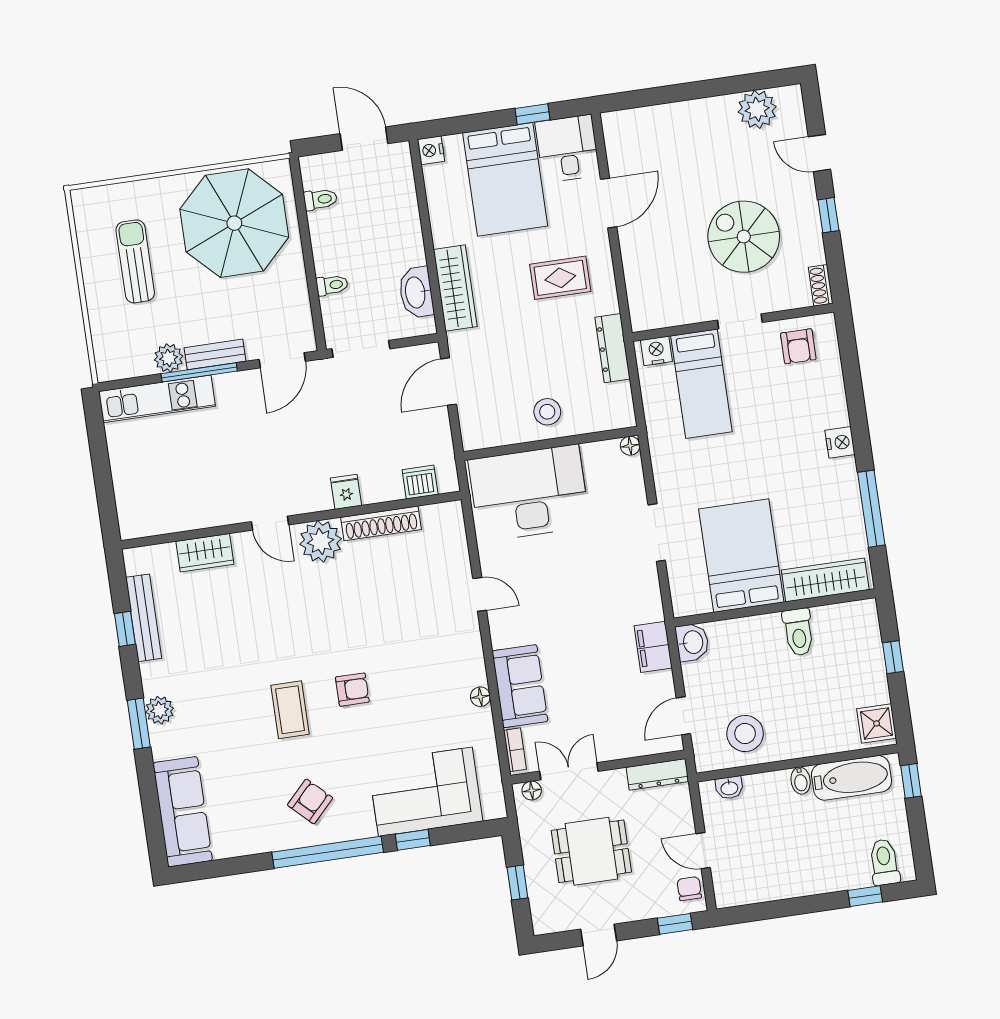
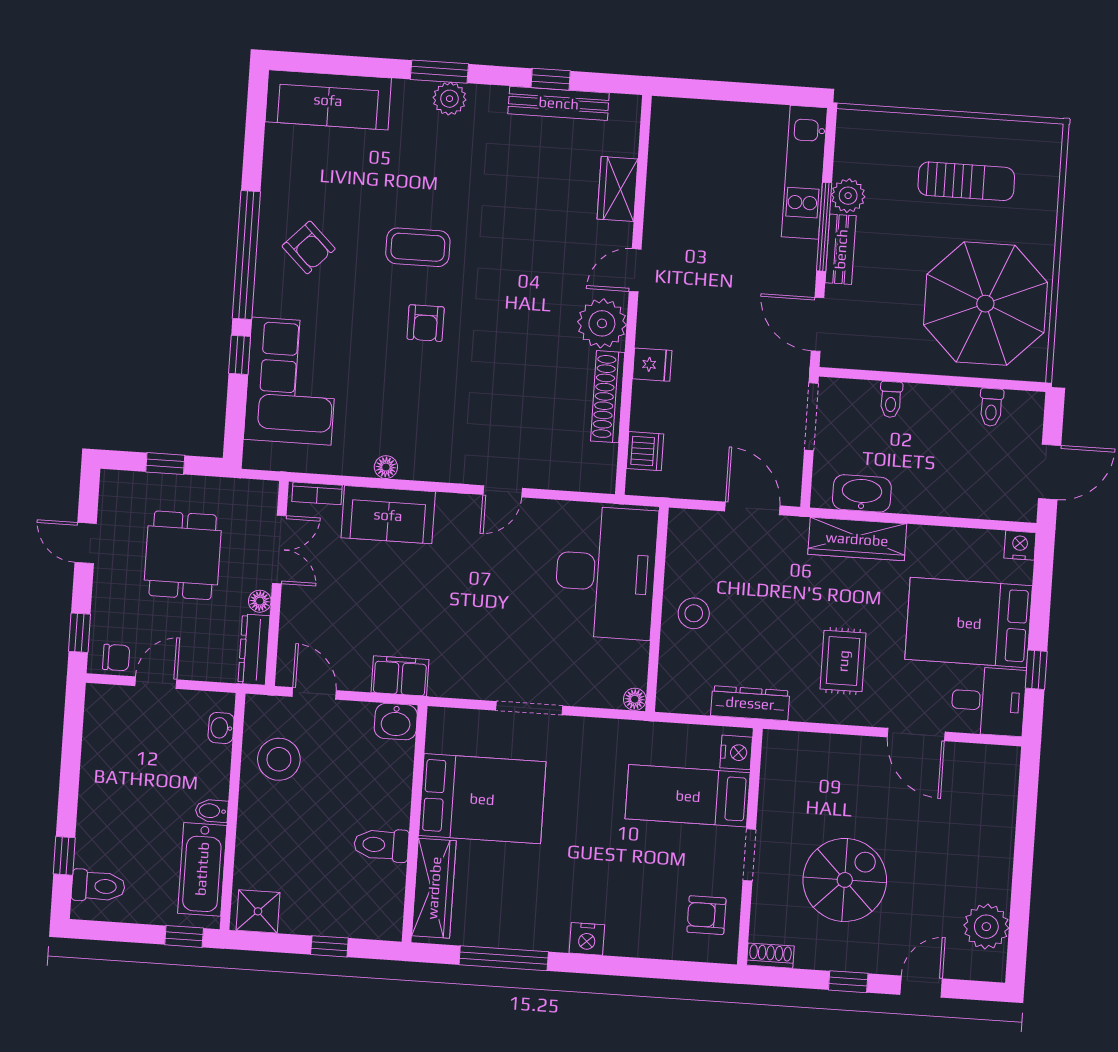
floor lamp: (532, 791) -> (260, 601), moved

